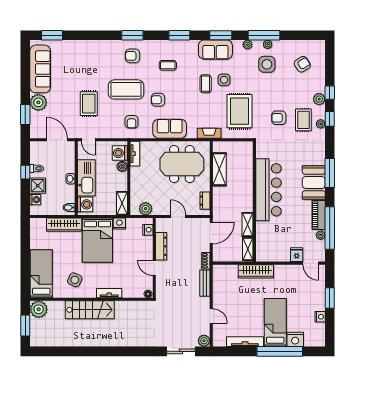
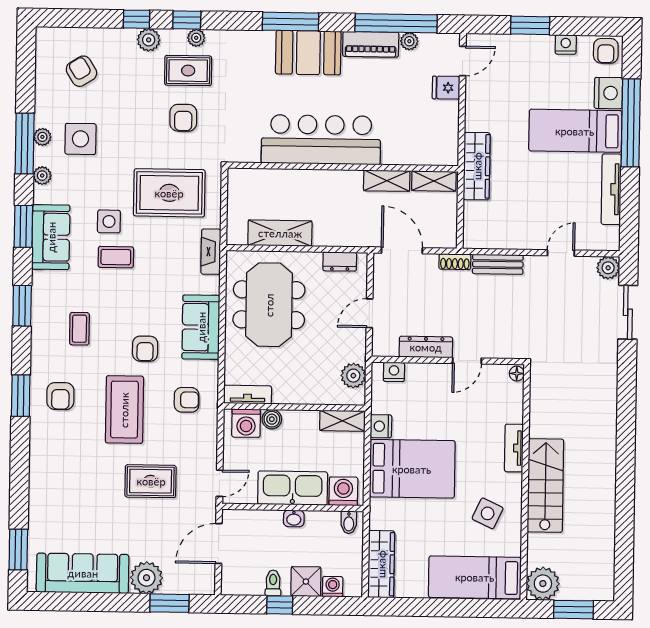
wardrobe: (64, 225) -> (381, 564), moved
armchair: (317, 338) -> (606, 51), added

